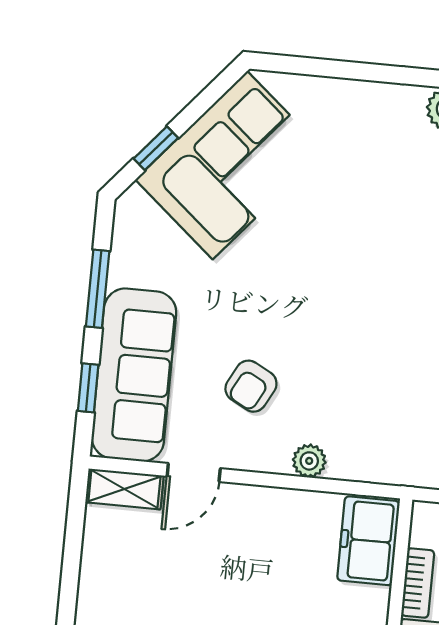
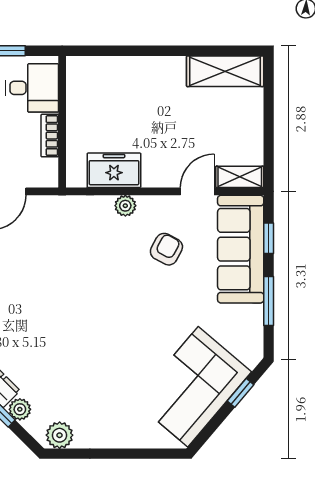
freezer: (368, 541) -> (114, 170), moved, turned -90

